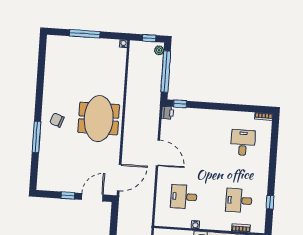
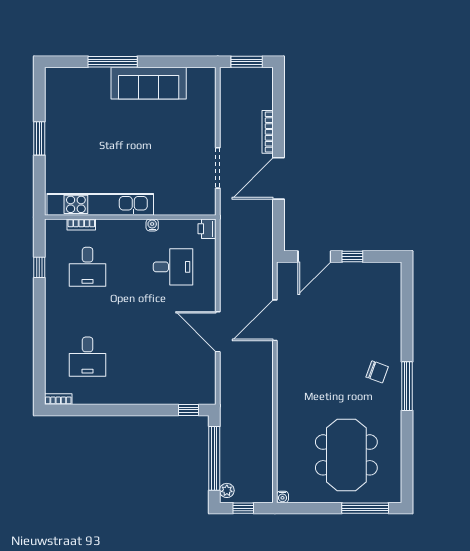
window: (85, 34) -> (365, 508), moved
printer: (168, 113) -> (207, 229), moved
meeting table: (99, 119) -> (346, 455), moved
window: (36, 137) -> (407, 386), moved
door: (119, 178) -> (275, 320), moved
desk: (239, 200) -> (88, 267), turned 90

